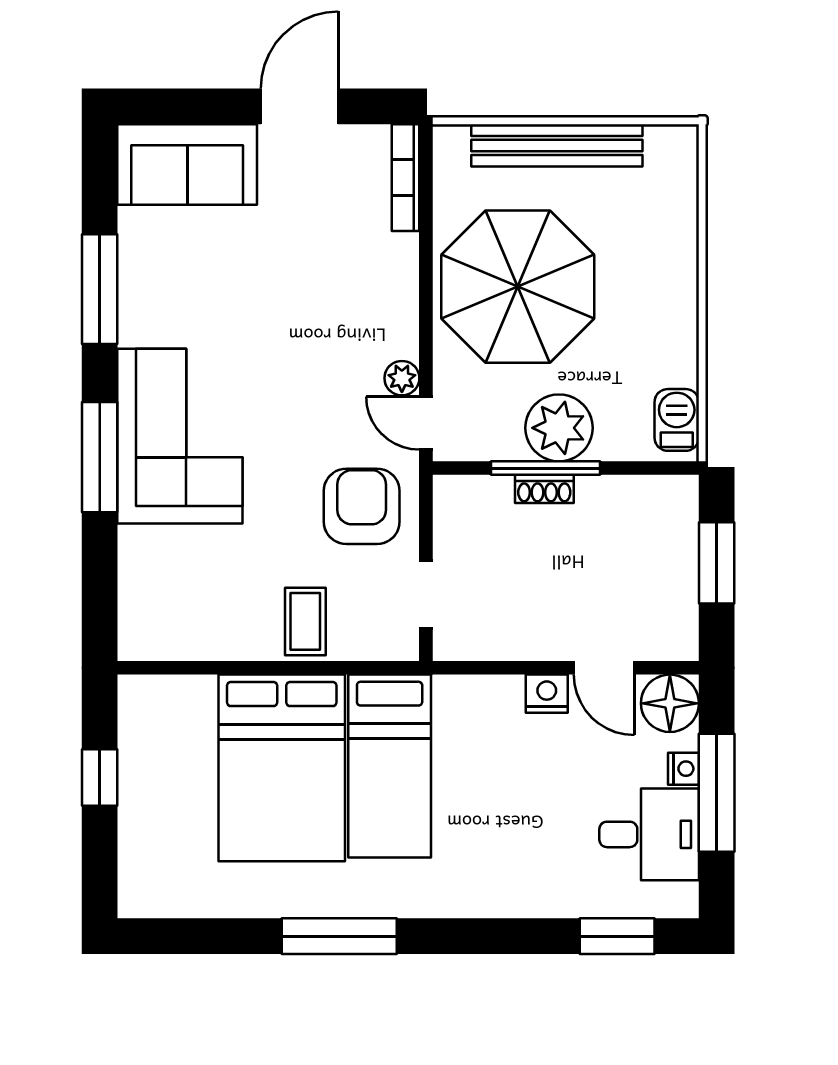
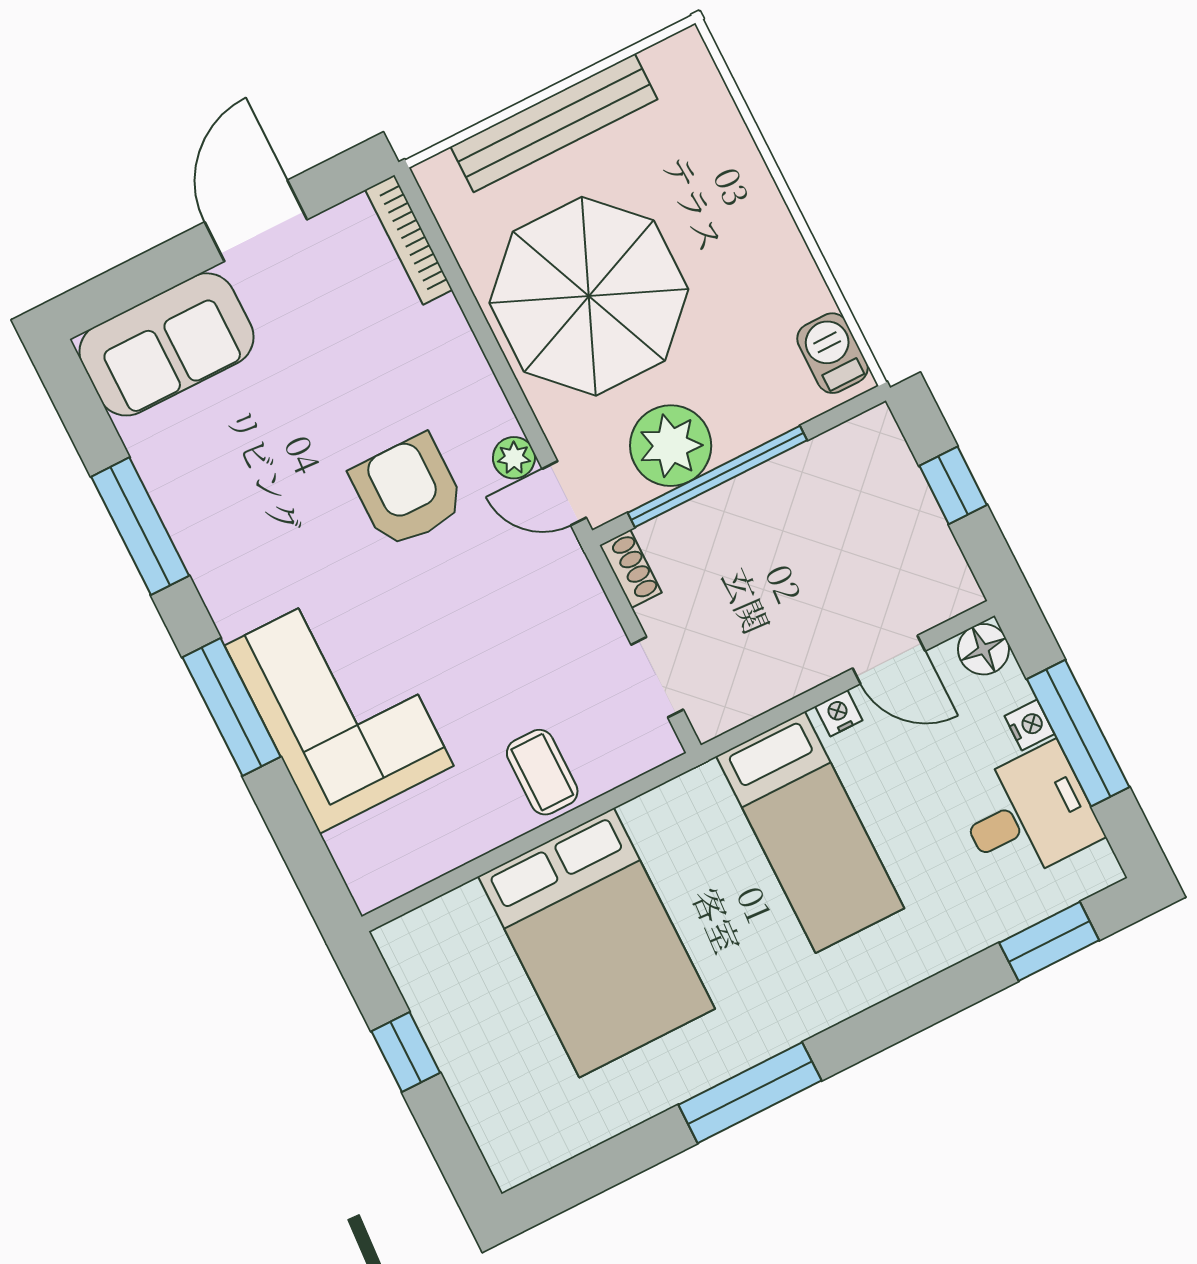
plant: (559, 428) -> (671, 446), moved
corner sofa: (180, 436) -> (339, 706), moved
window: (545, 468) -> (717, 476), width x1.46
shoe rack: (544, 489) -> (631, 569), moved, turned -90
armchair: (362, 506) -> (408, 491), moved
window: (717, 563) -> (953, 485), width x0.67
nightstand: (547, 694) -> (839, 713), width x0.72, depth x0.74
floor lamp: (670, 703) -> (983, 649), width x0.73, depth x0.73
bed: (390, 766) -> (810, 832), moved

